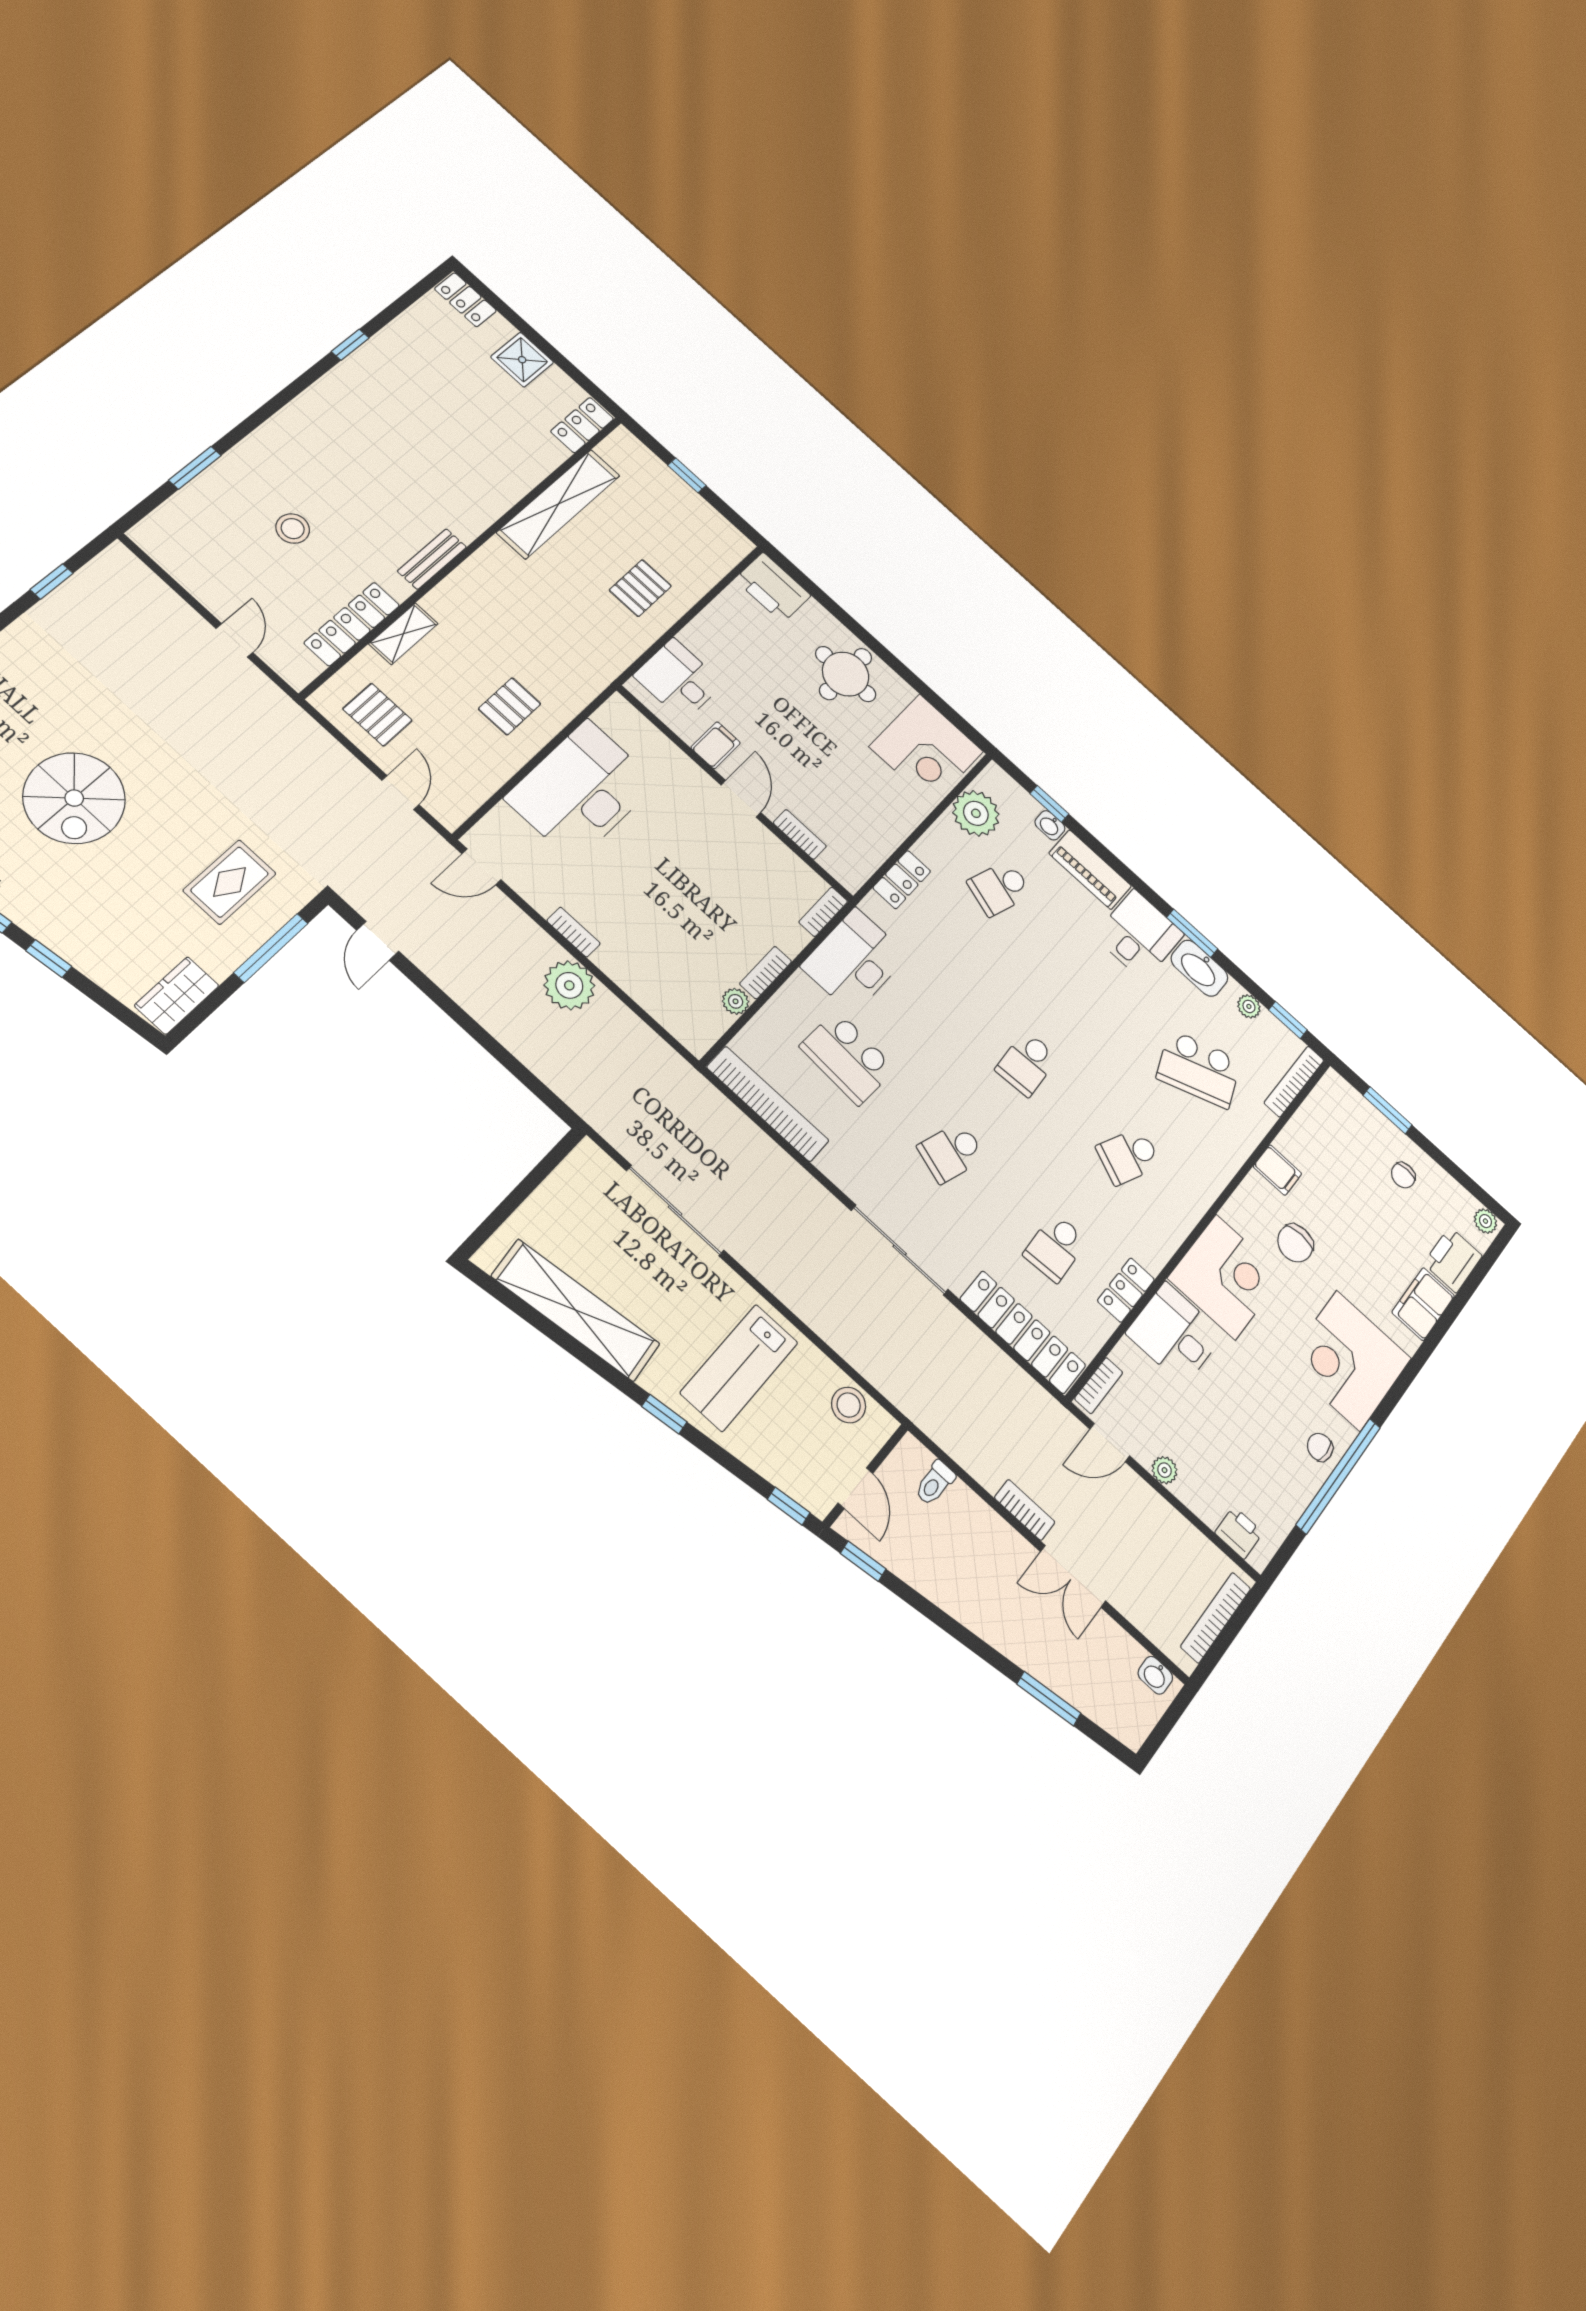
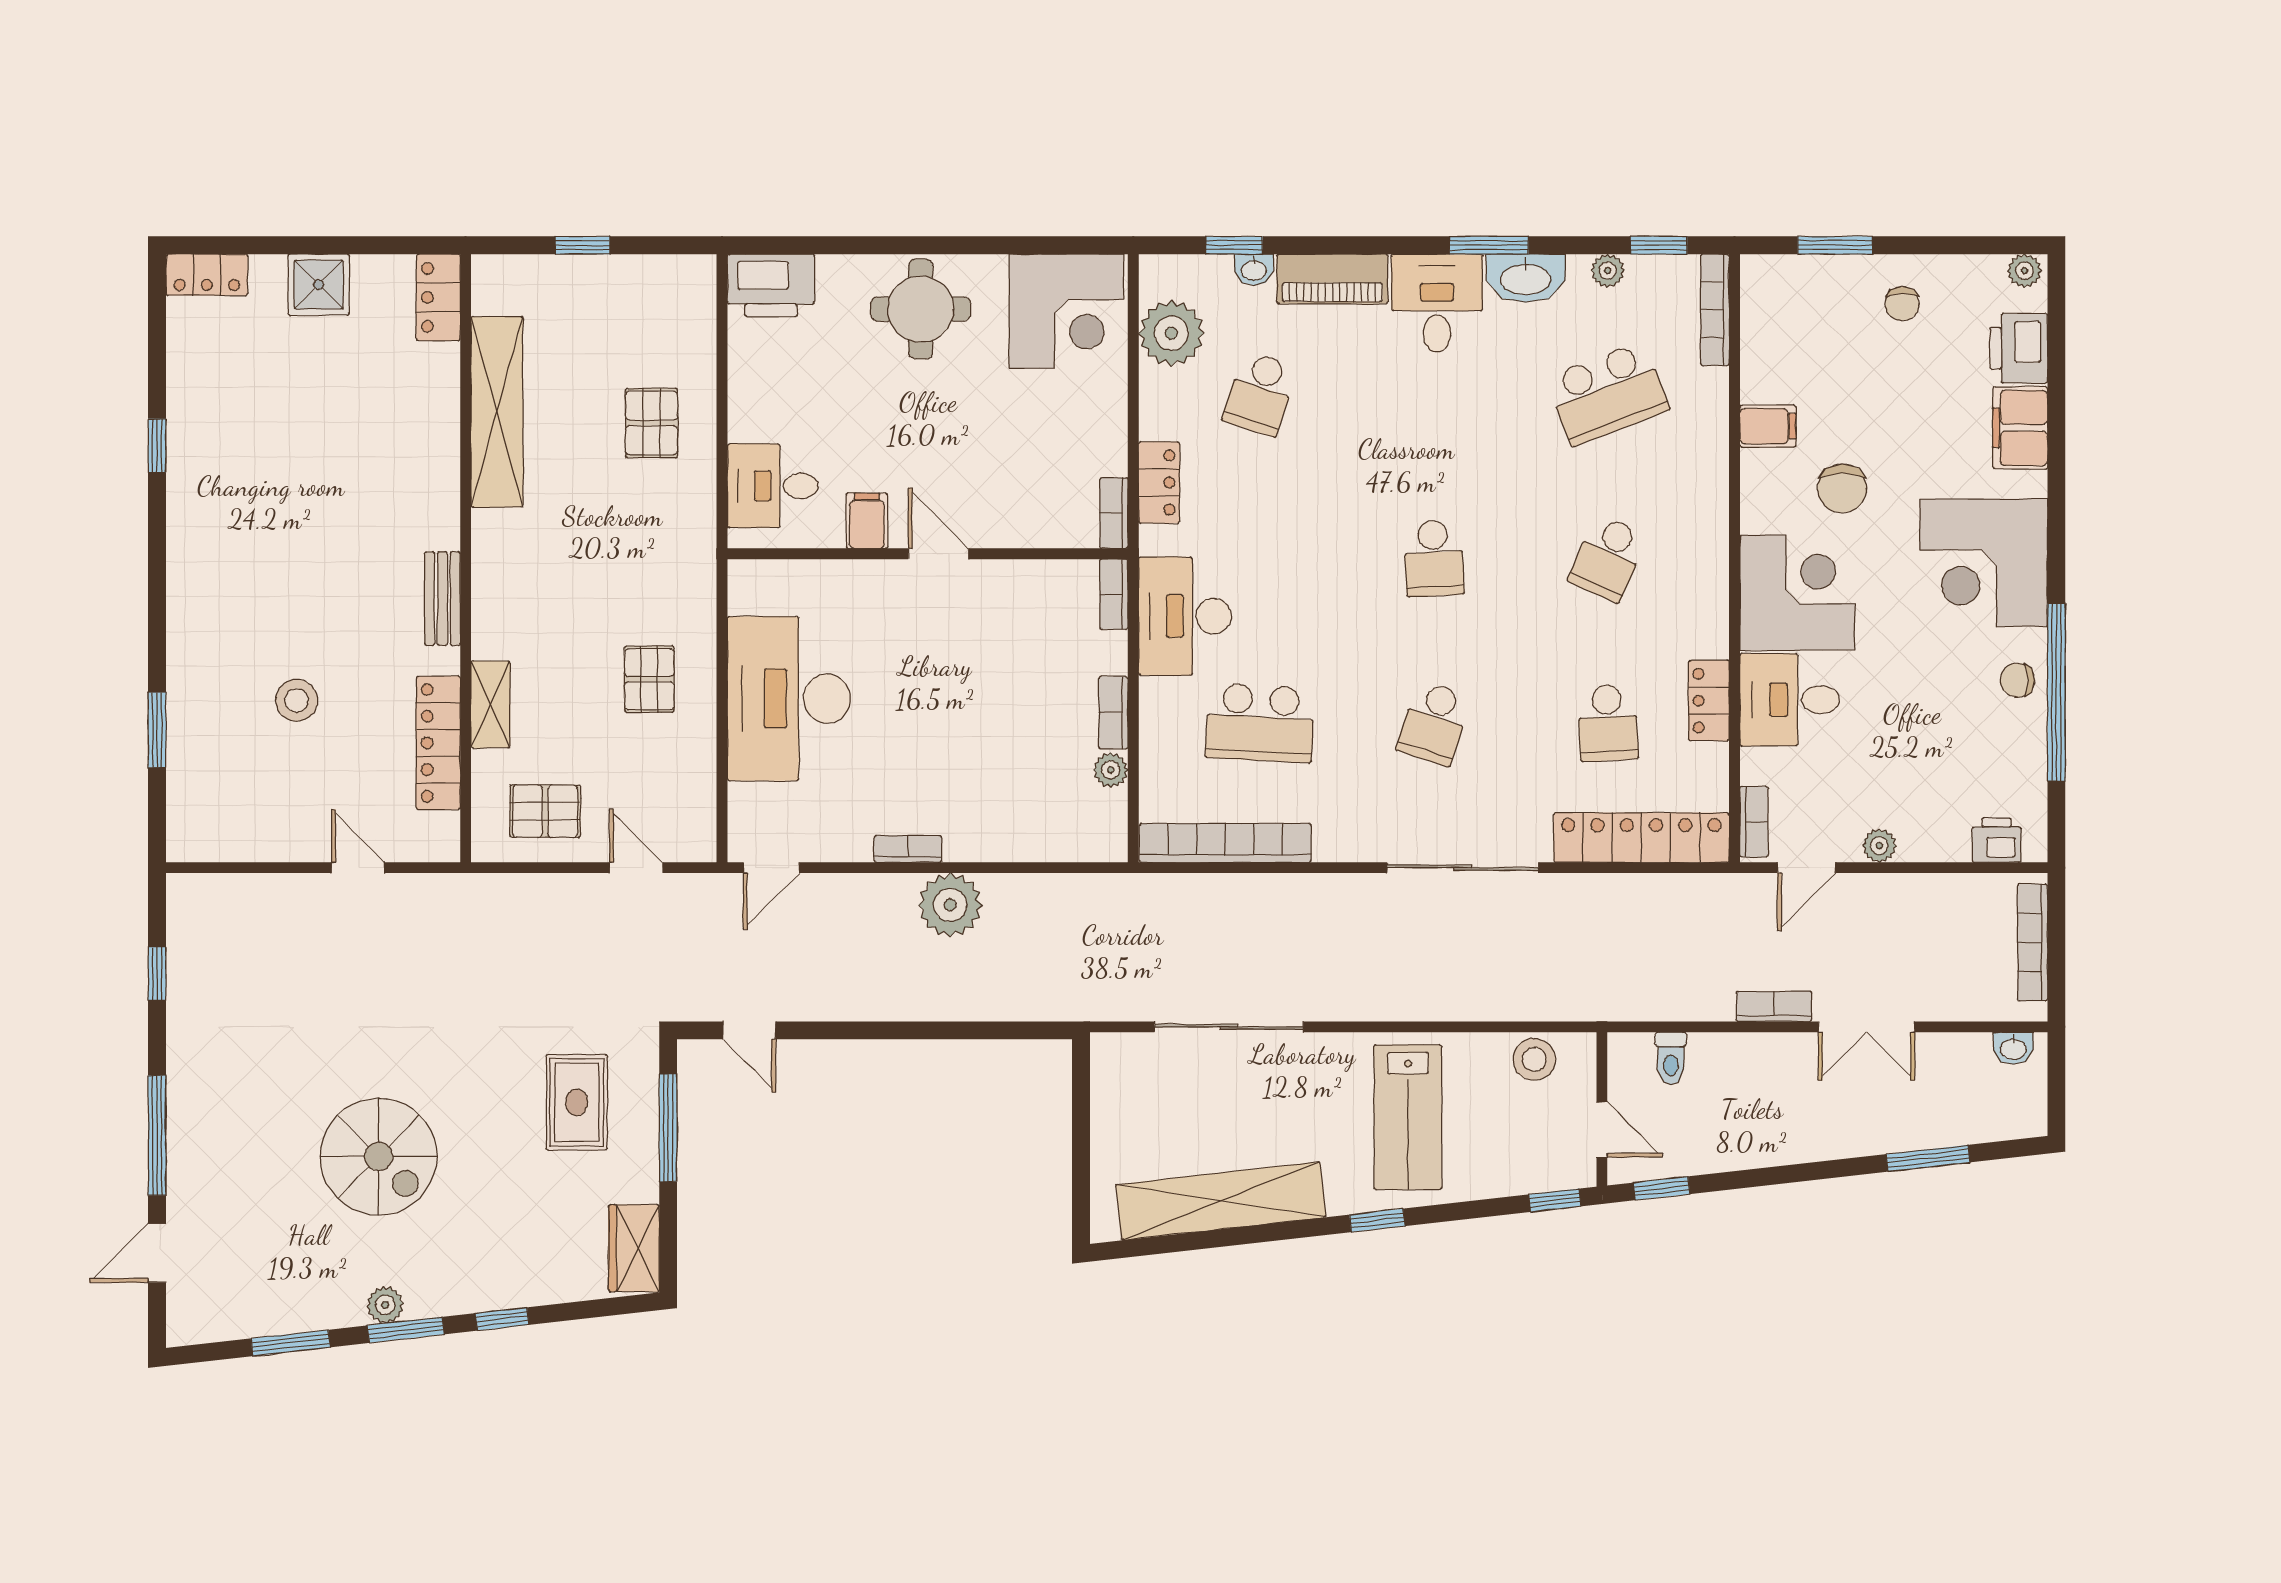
bookcase: (800, 834) -> (1114, 513), moved, turned -90

